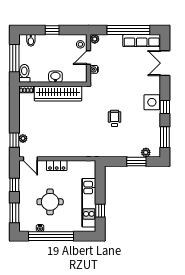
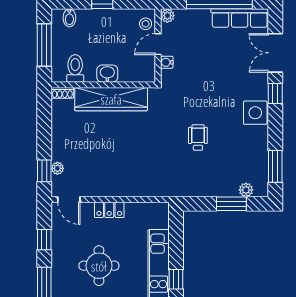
toilet: (24, 73) -> (75, 68), moved
window: (165, 107) -> (275, 94), moved

